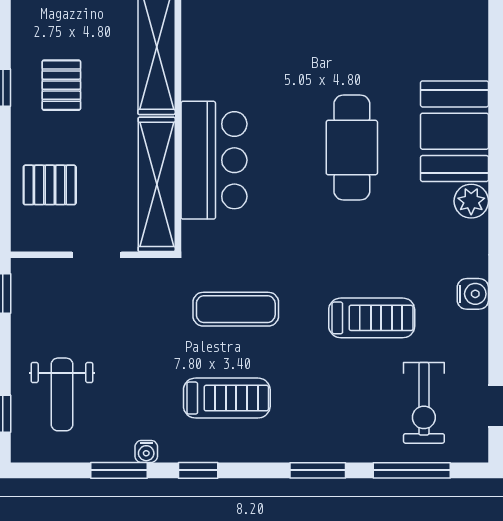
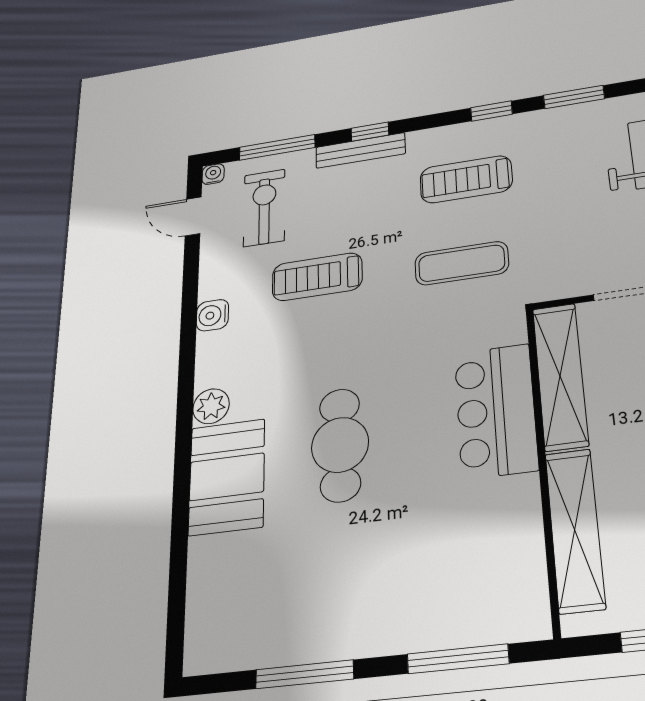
bench: (328, 450) -> (360, 150), added
water cooler: (146, 451) -> (213, 174), moved
window: (318, 470) -> (370, 132), width x0.67

